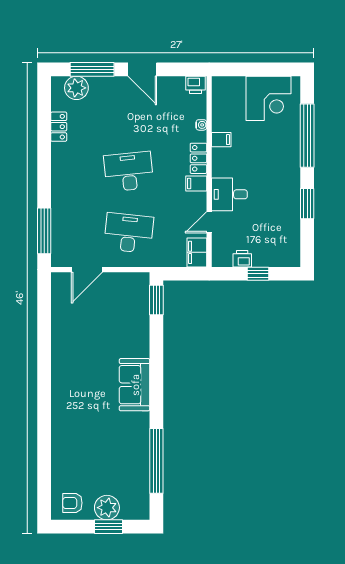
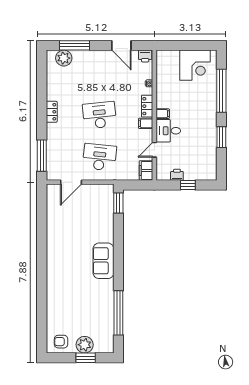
door: (142, 69) -> (121, 45), moved
locker: (59, 127) -> (52, 112), moved
filing cabinet: (221, 140) -> (163, 114), moved

